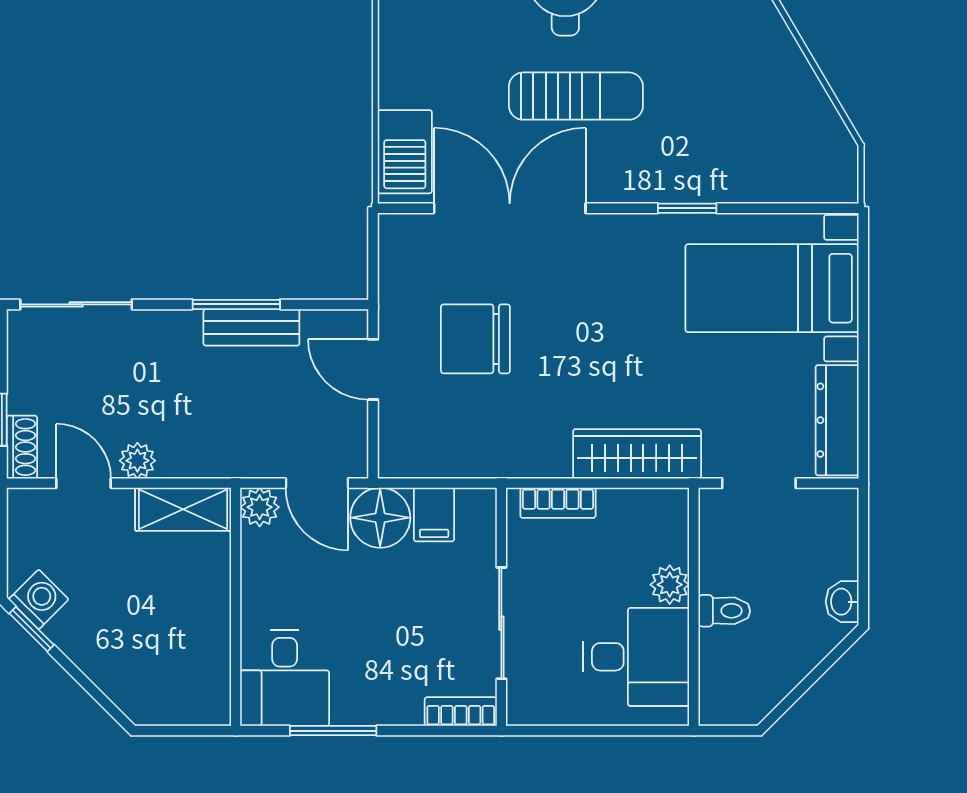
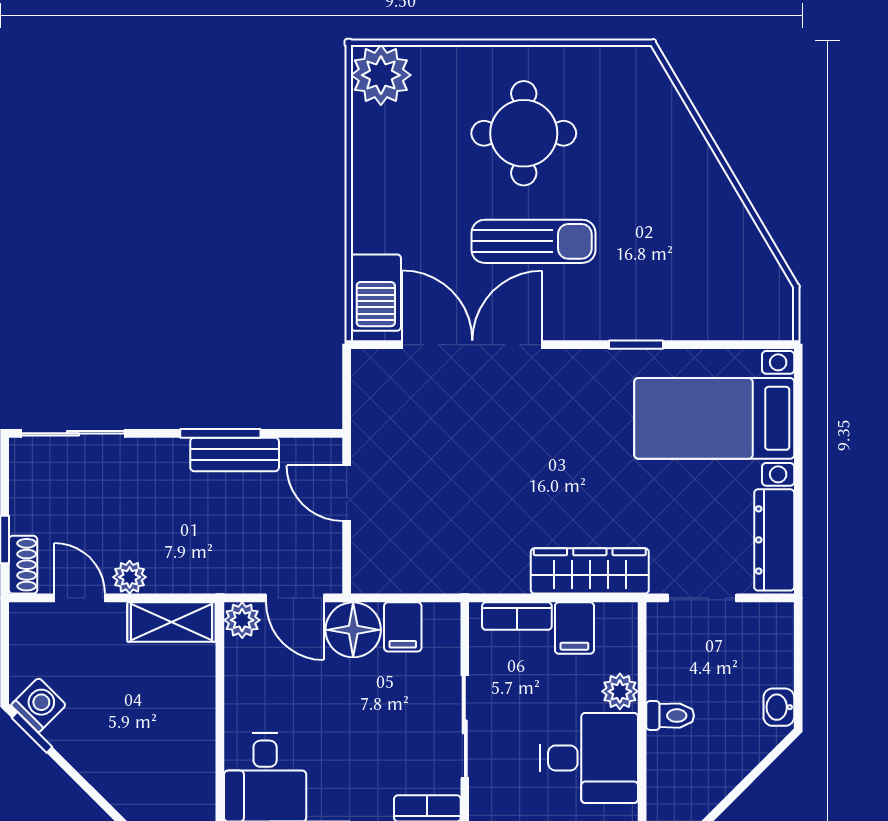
chair: (475, 339) -> (441, 465), removed
filing cabinet: (620, 516) -> (574, 628), added

